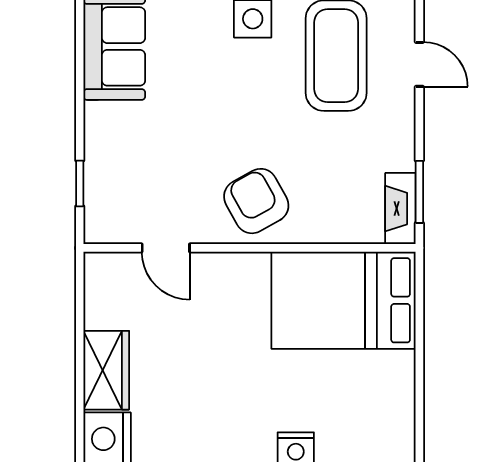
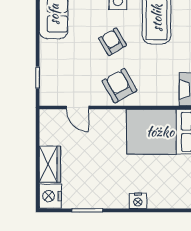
armchair: (241, 106) -> (113, 42), added

